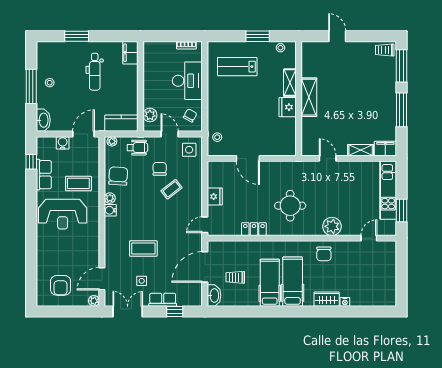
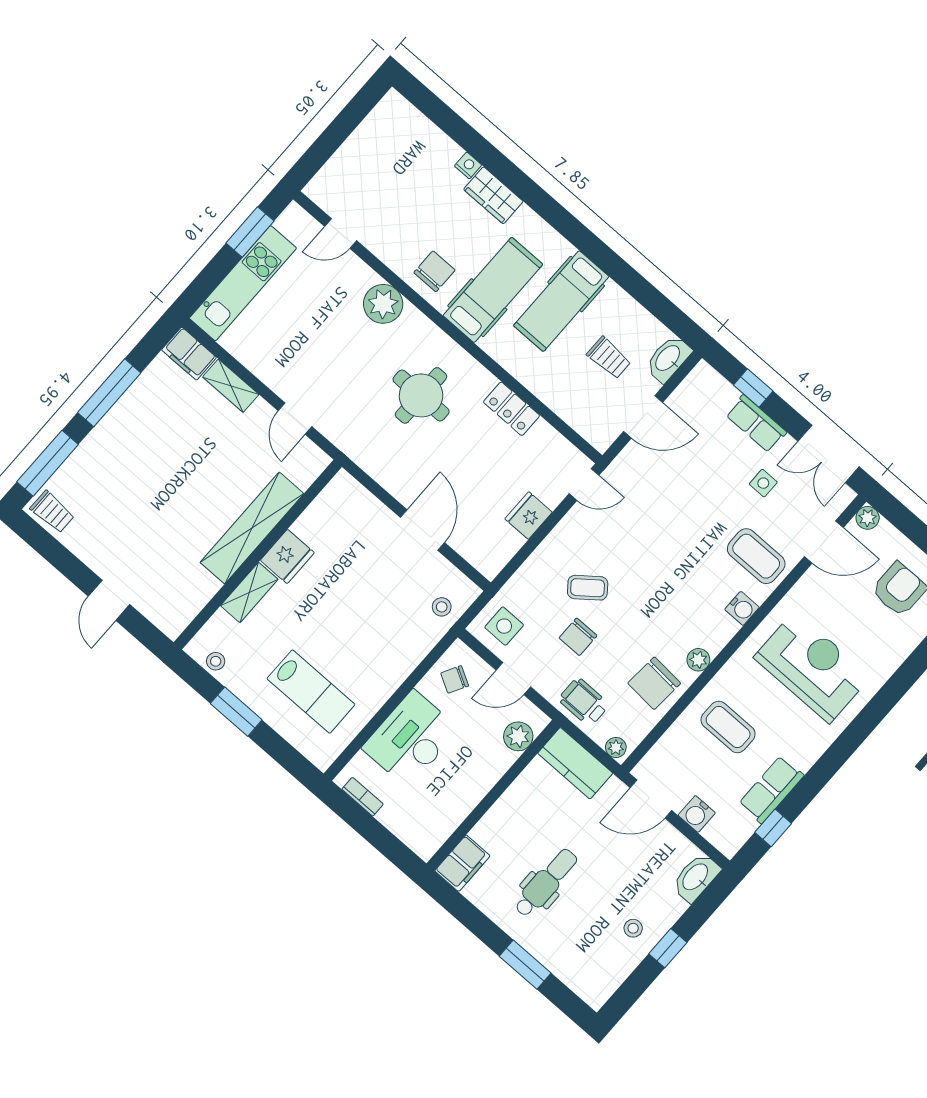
window: (31, 86) -> (668, 948), width x0.46
shelving: (309, 97) -> (252, 528), width x1.47
door: (170, 134) -> (513, 679), hinge flipped
water cooler: (110, 210) -> (742, 608), moved
reception desk: (63, 214) -> (812, 667), moved
coffee table: (143, 249) -> (756, 556), moved
door: (205, 267) -> (643, 417), width x0.73
hospital bed: (293, 282) -> (493, 290), moved, turned 180

